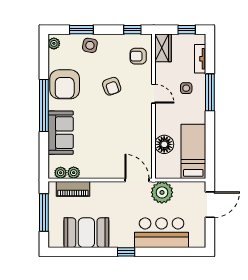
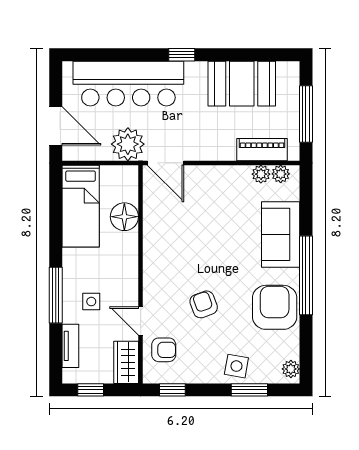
door: (154, 94) -> (141, 321), moved
door: (210, 205) -> (56, 126), swing flipped
bar counter: (162, 233) -> (128, 84), width x1.36

